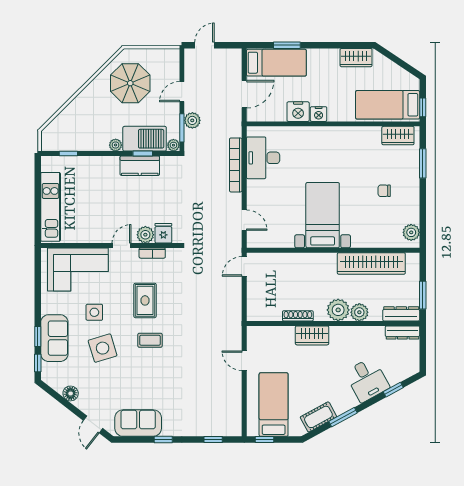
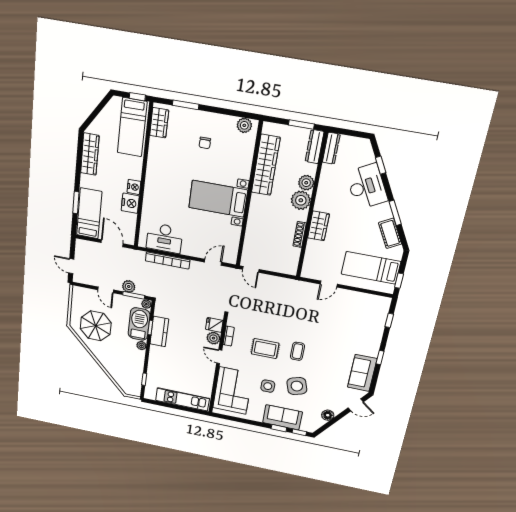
wardrobe: (356, 58) -> (90, 154), width x1.50
desk: (367, 380) -> (367, 187), width x1.37

